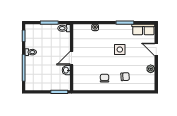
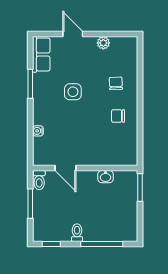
door: (156, 49) -> (73, 34), swing flipped
door: (72, 58) -> (66, 168), moved

